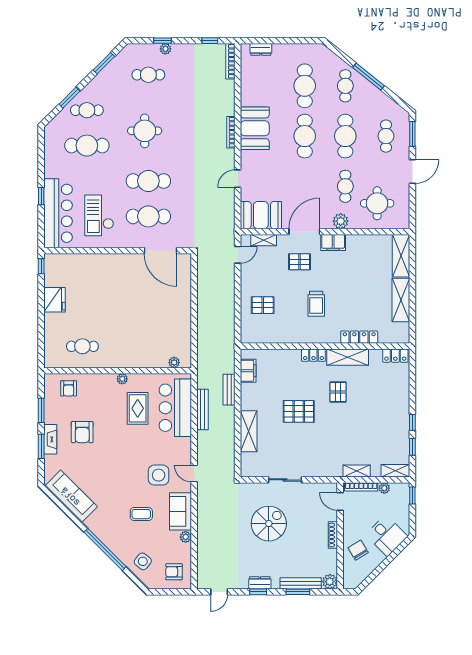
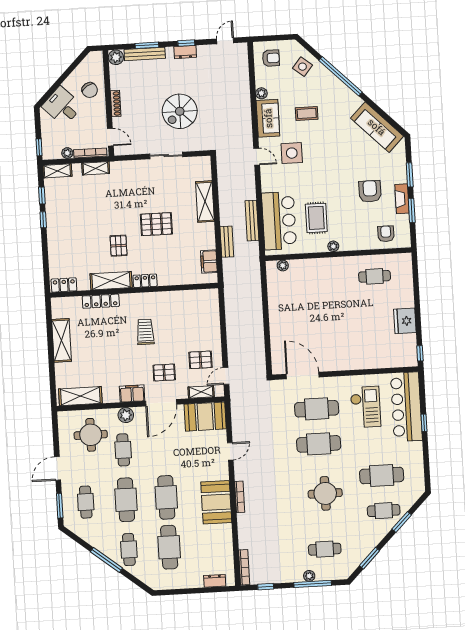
window: (163, 41) -> (313, 584), width x2.17
shelving: (401, 256) -> (80, 396), moved, turned 90
pallet: (263, 305) -> (200, 360), moved
fireplace: (50, 439) -> (402, 199), moved

